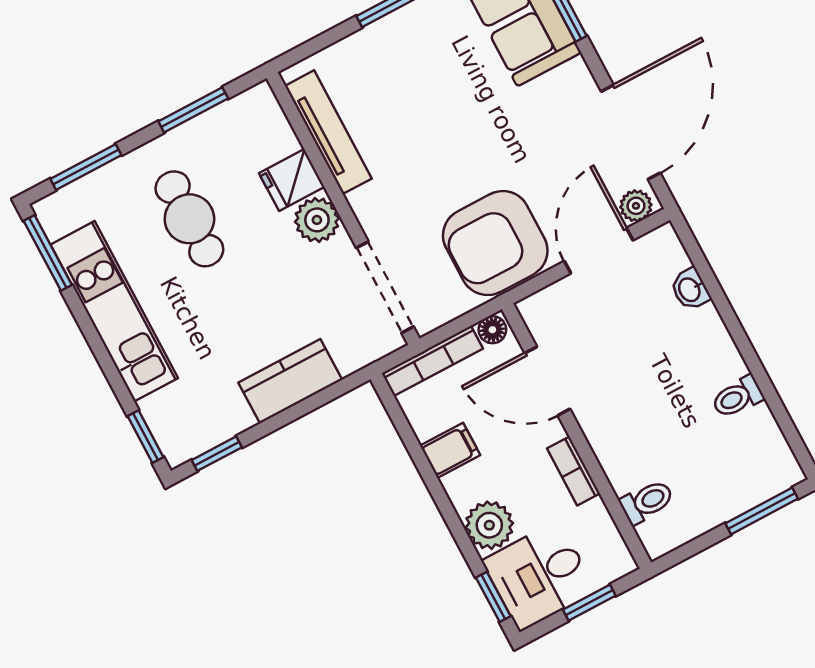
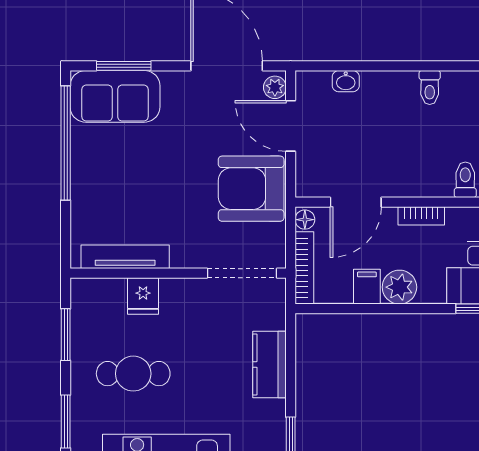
plant: (317, 220) -> (177, 293), removed
armchair: (495, 243) -> (251, 189), turned 90
plant: (489, 525) -> (399, 287), moved

